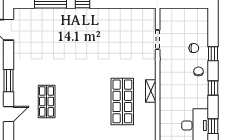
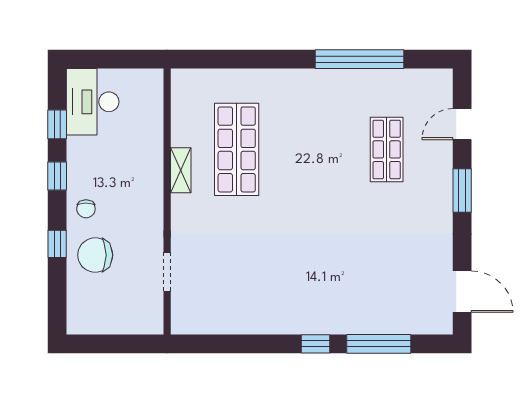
chair: (194, 48) -> (95, 255), width x1.87, depth x1.87
window: (213, 126) -> (57, 124), moved

